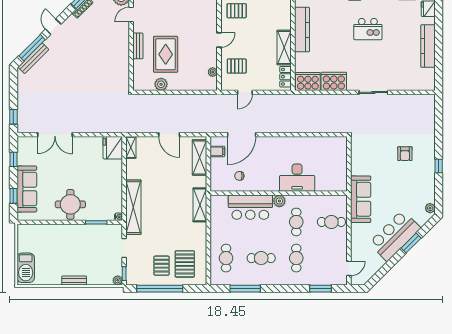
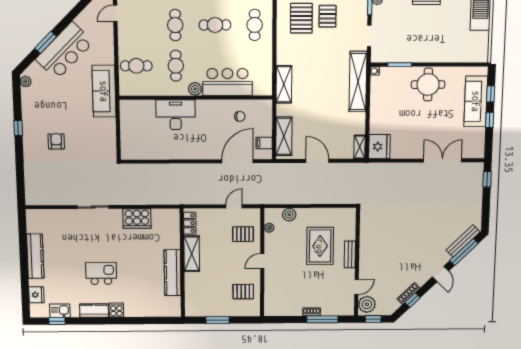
cooker: (308, 82) -> (165, 218), removed
plant: (161, 84) -> (289, 215), moved
window: (13, 159) -> (490, 120), moved

